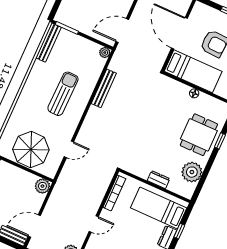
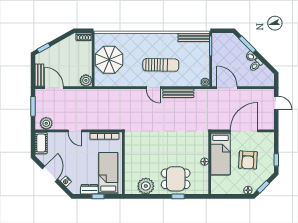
door: (69, 149) -> (153, 88), moved
dresser: (158, 180) -> (129, 164), removed

